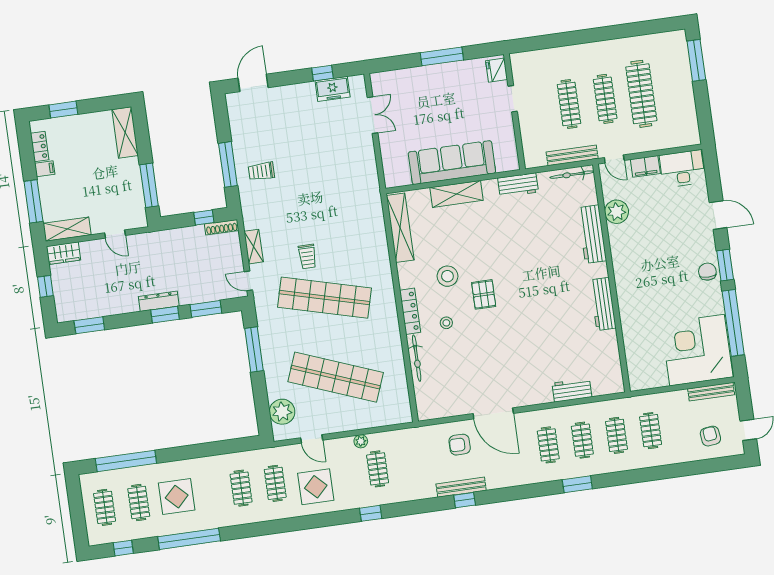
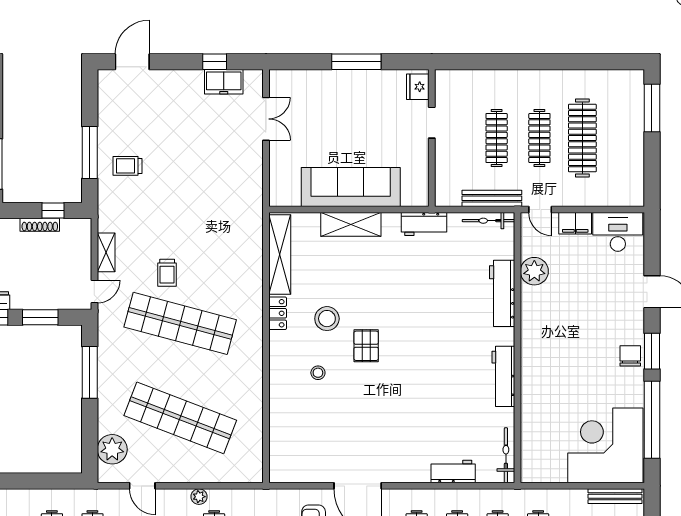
shoe rack: (222, 227) -> (40, 225), moved
door: (248, 281) -> (94, 291), swing flipped
locker: (410, 311) -> (278, 313), moved, width x0.66
bicycle: (417, 358) -> (506, 455), moved, turned 180

